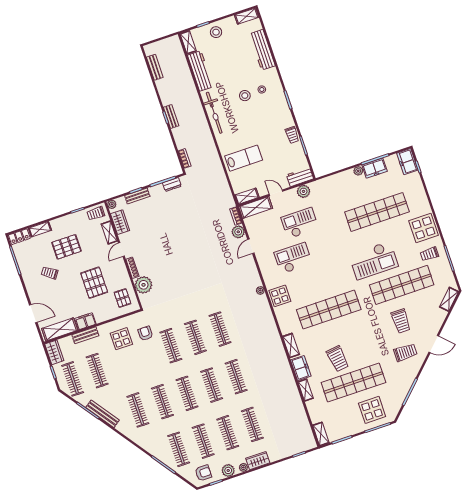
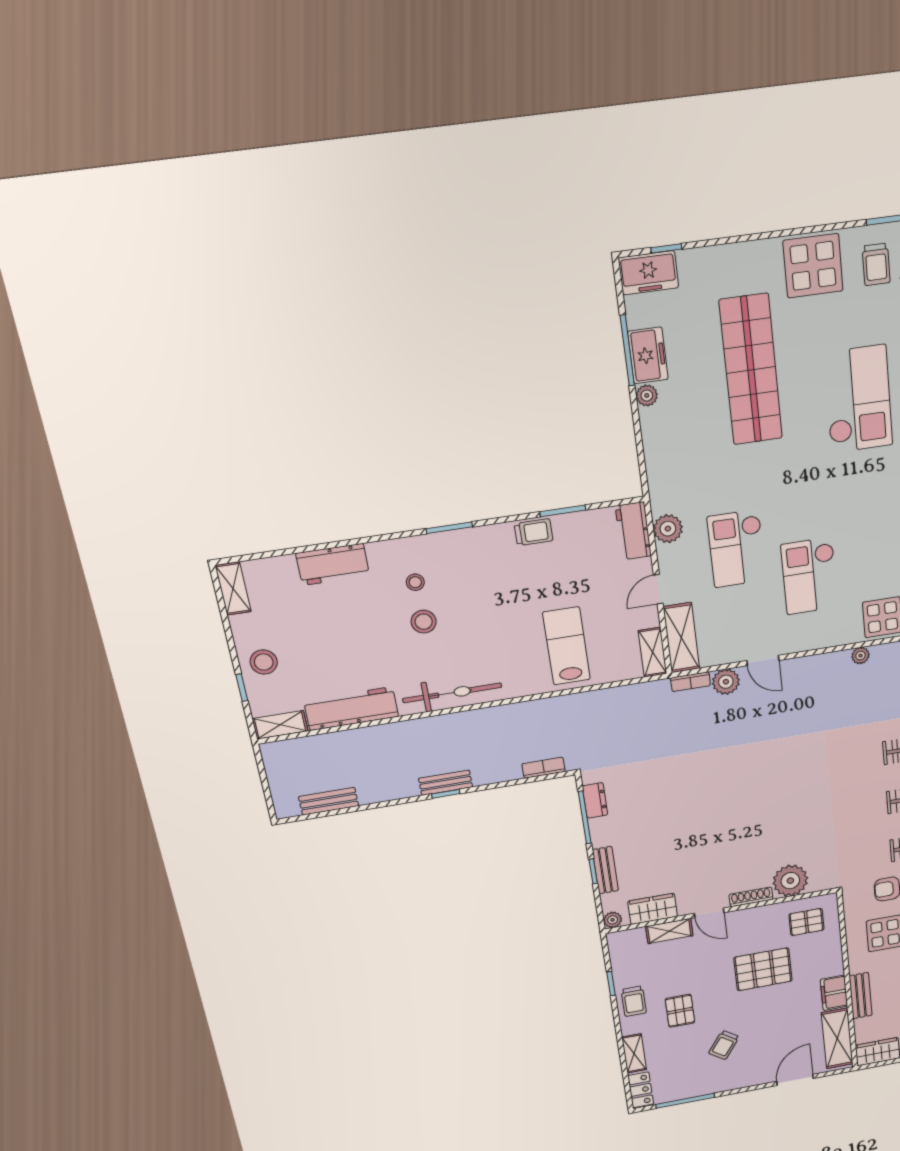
workbench: (262, 50) -> (333, 564), width x0.73
trolley: (96, 213) -> (634, 1001), moved
pallet: (66, 247) -> (680, 1011), width x0.67, depth x0.71

